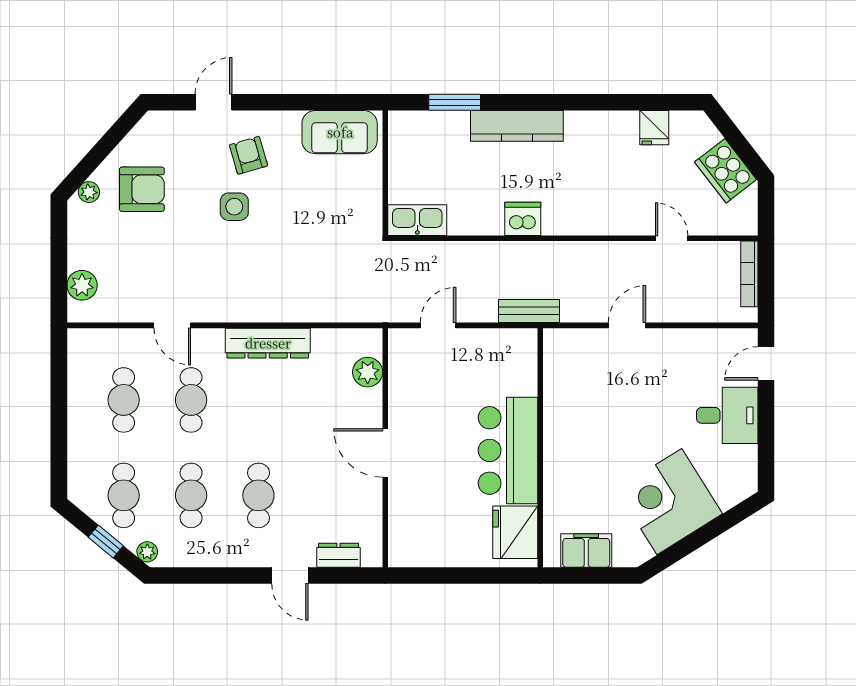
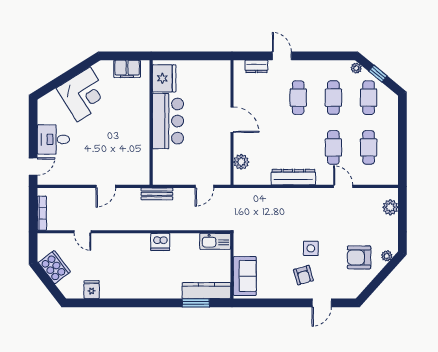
kitchen counter: (517, 126) -> (206, 291), moved
sofa: (340, 132) -> (245, 276), moved, turned 90

